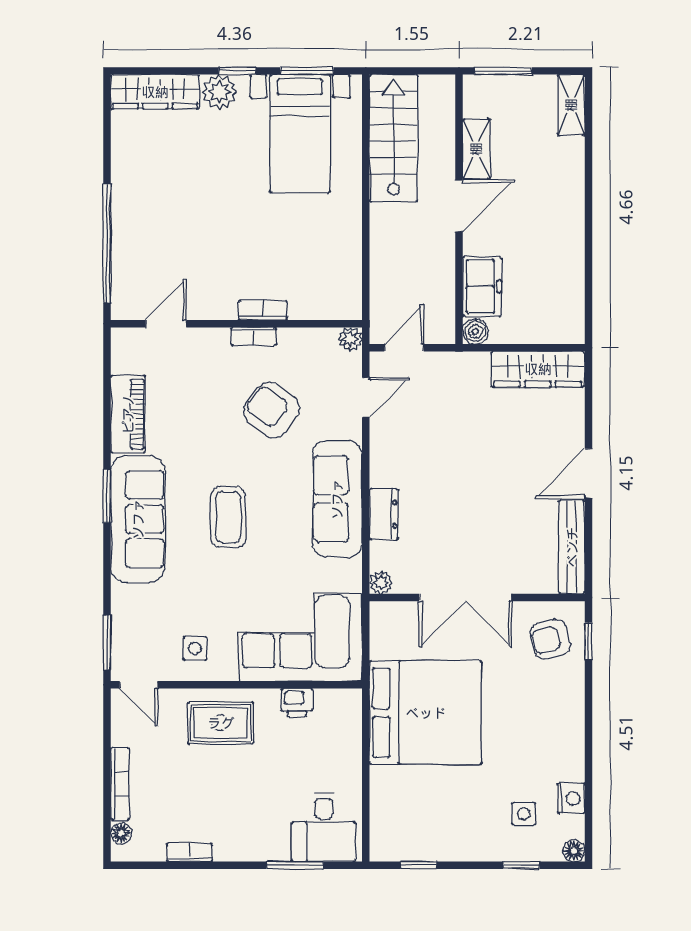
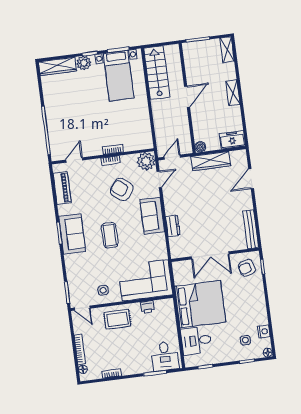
shelving: (476, 149) -> (233, 93), moved
freezer: (482, 286) -> (232, 140), moved, turned -90
plant: (350, 339) -> (146, 161), width x1.88, depth x1.88
wardrobe: (538, 369) -> (211, 161), moved
piano: (128, 414) -> (62, 188), moved
door: (588, 473) -> (251, 179), moved
sofa: (337, 499) -> (152, 216), width x0.73
sofa: (138, 519) -> (72, 234), width x0.73
plant: (381, 583) -> (175, 254), removed
desk: (405, 799) -> (196, 341), added

